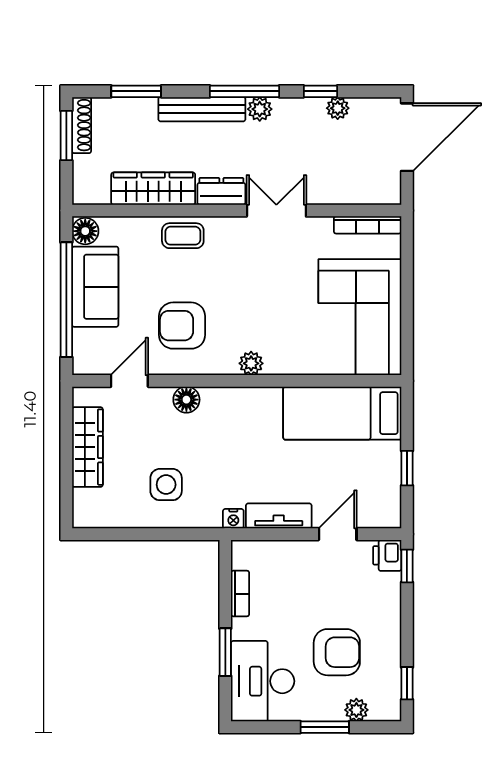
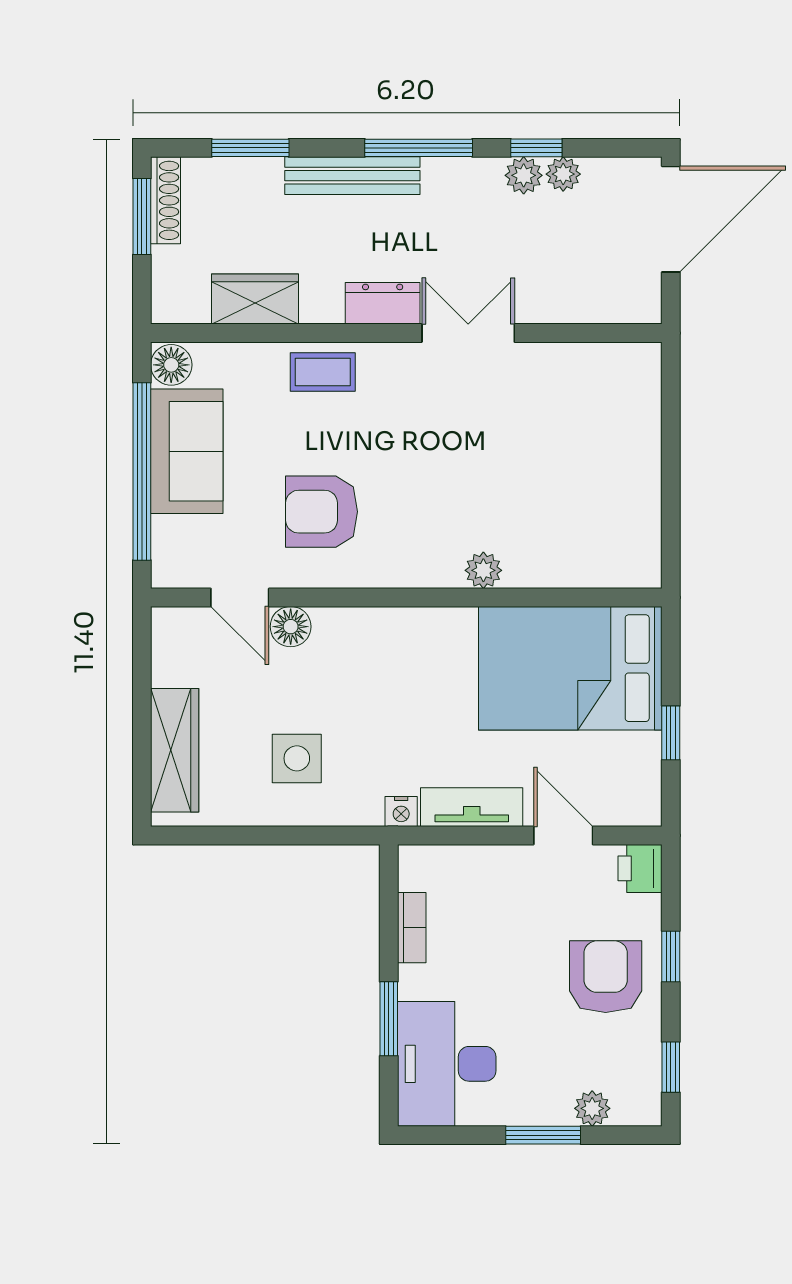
plant: (260, 109) -> (524, 175), moved
wardrobe: (153, 189) -> (255, 299), width x0.67
bookcase: (368, 225) -> (610, 355), removed
corner sofa: (360, 317) -> (598, 499), removed
plant: (251, 363) -> (483, 570), moved
door: (129, 381) -> (240, 597), swing flipped
floor lamp: (186, 400) -> (291, 627), moved
bed: (342, 413) -> (570, 668), width x1.50
wardrobe: (87, 447) -> (175, 750), moved
door: (338, 534) -> (563, 835), hinge flipped
window: (407, 566) -> (671, 957), moved
armchair: (337, 652) -> (606, 977), moved, turned -90

